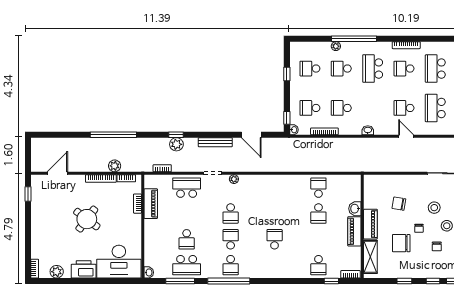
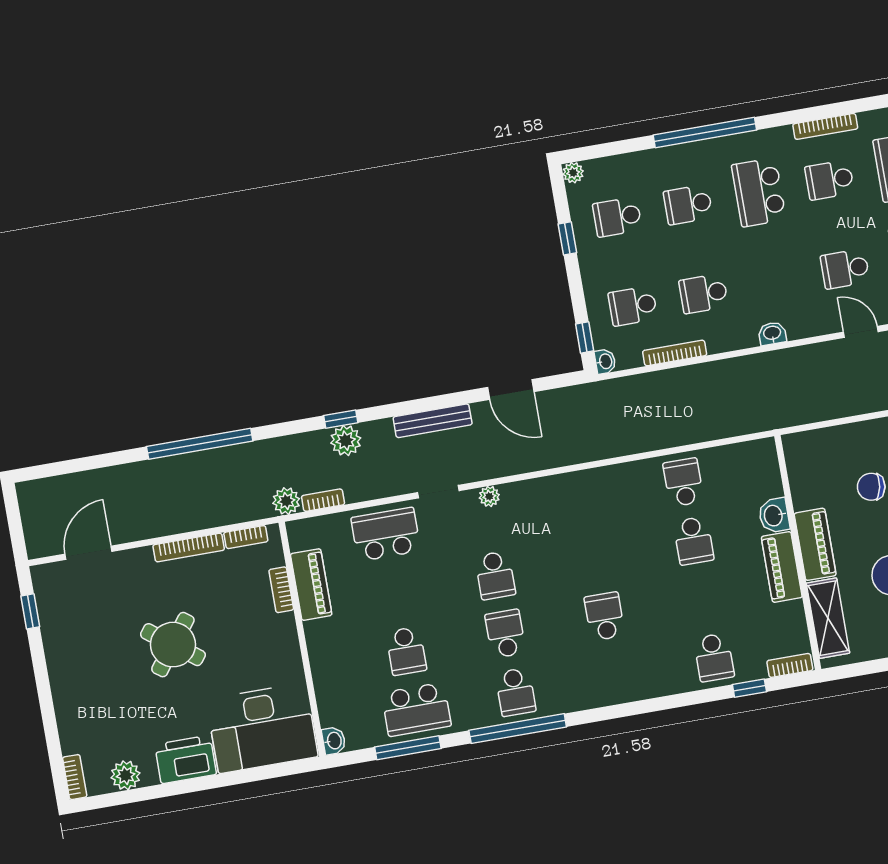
plant: (336, 46) -> (573, 173), moved
plant: (115, 166) -> (286, 501), moved

